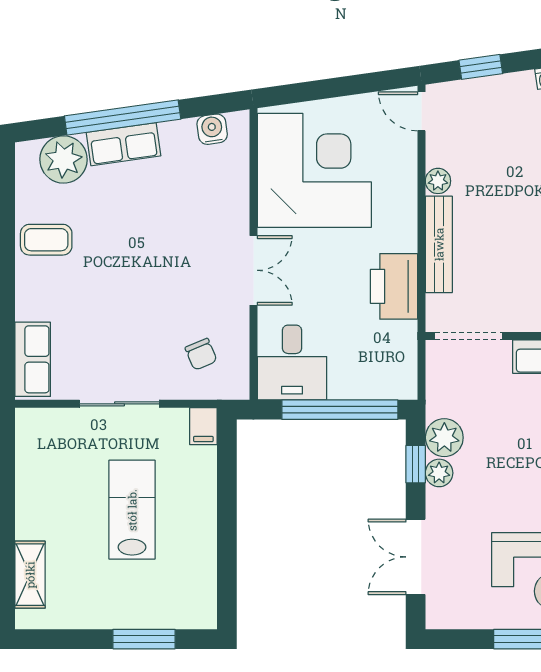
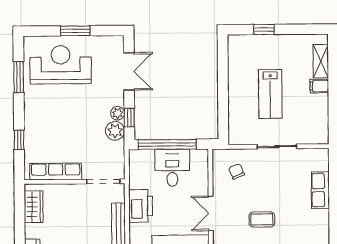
coffee table: (46, 240) -> (262, 219), moved
row of seats: (33, 359) -> (320, 190), moved
desk: (292, 363) -> (172, 168), moved
filing cabinet: (203, 426) -> (319, 86), moved, turned -90
window: (144, 639) -> (264, 29), width x0.67

